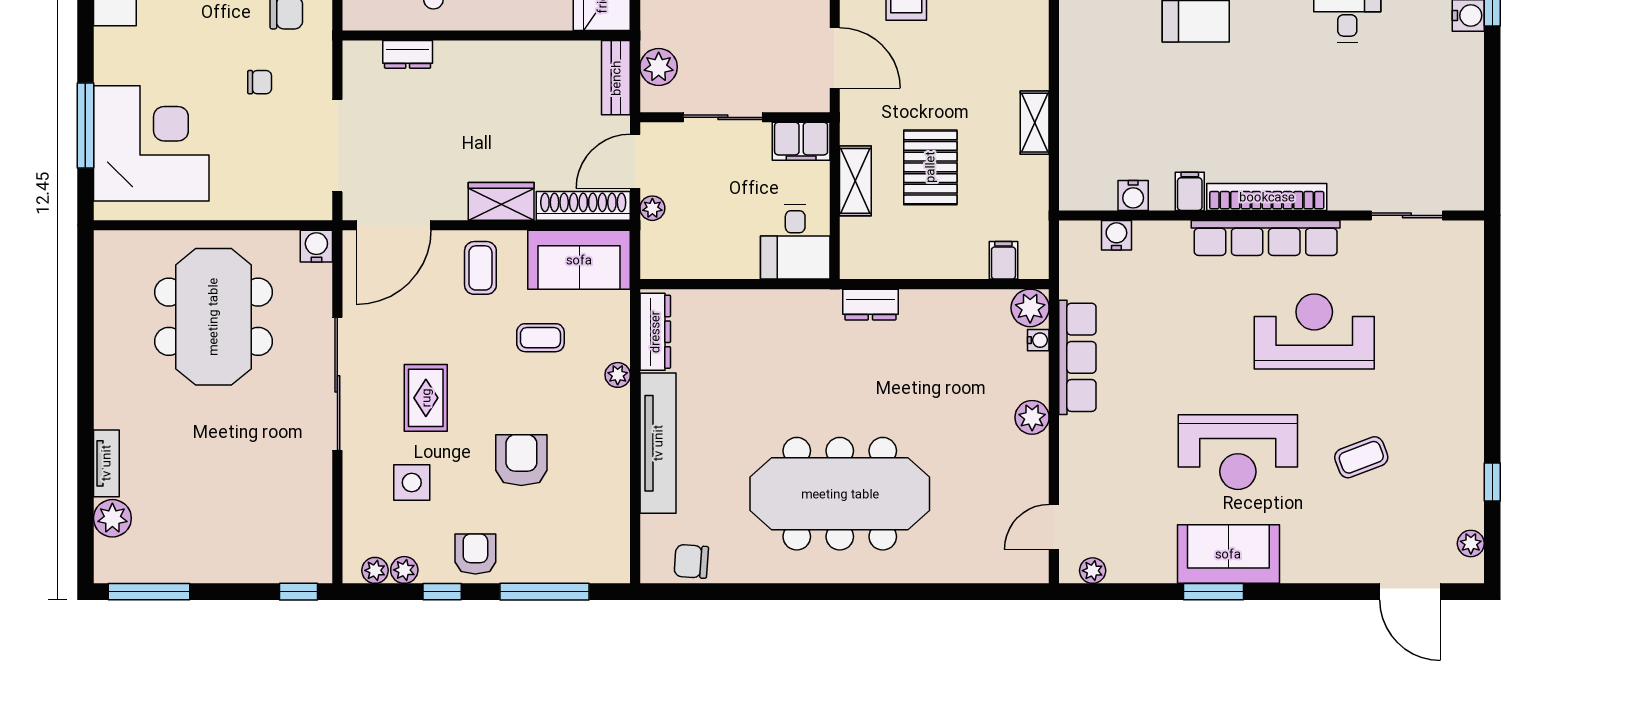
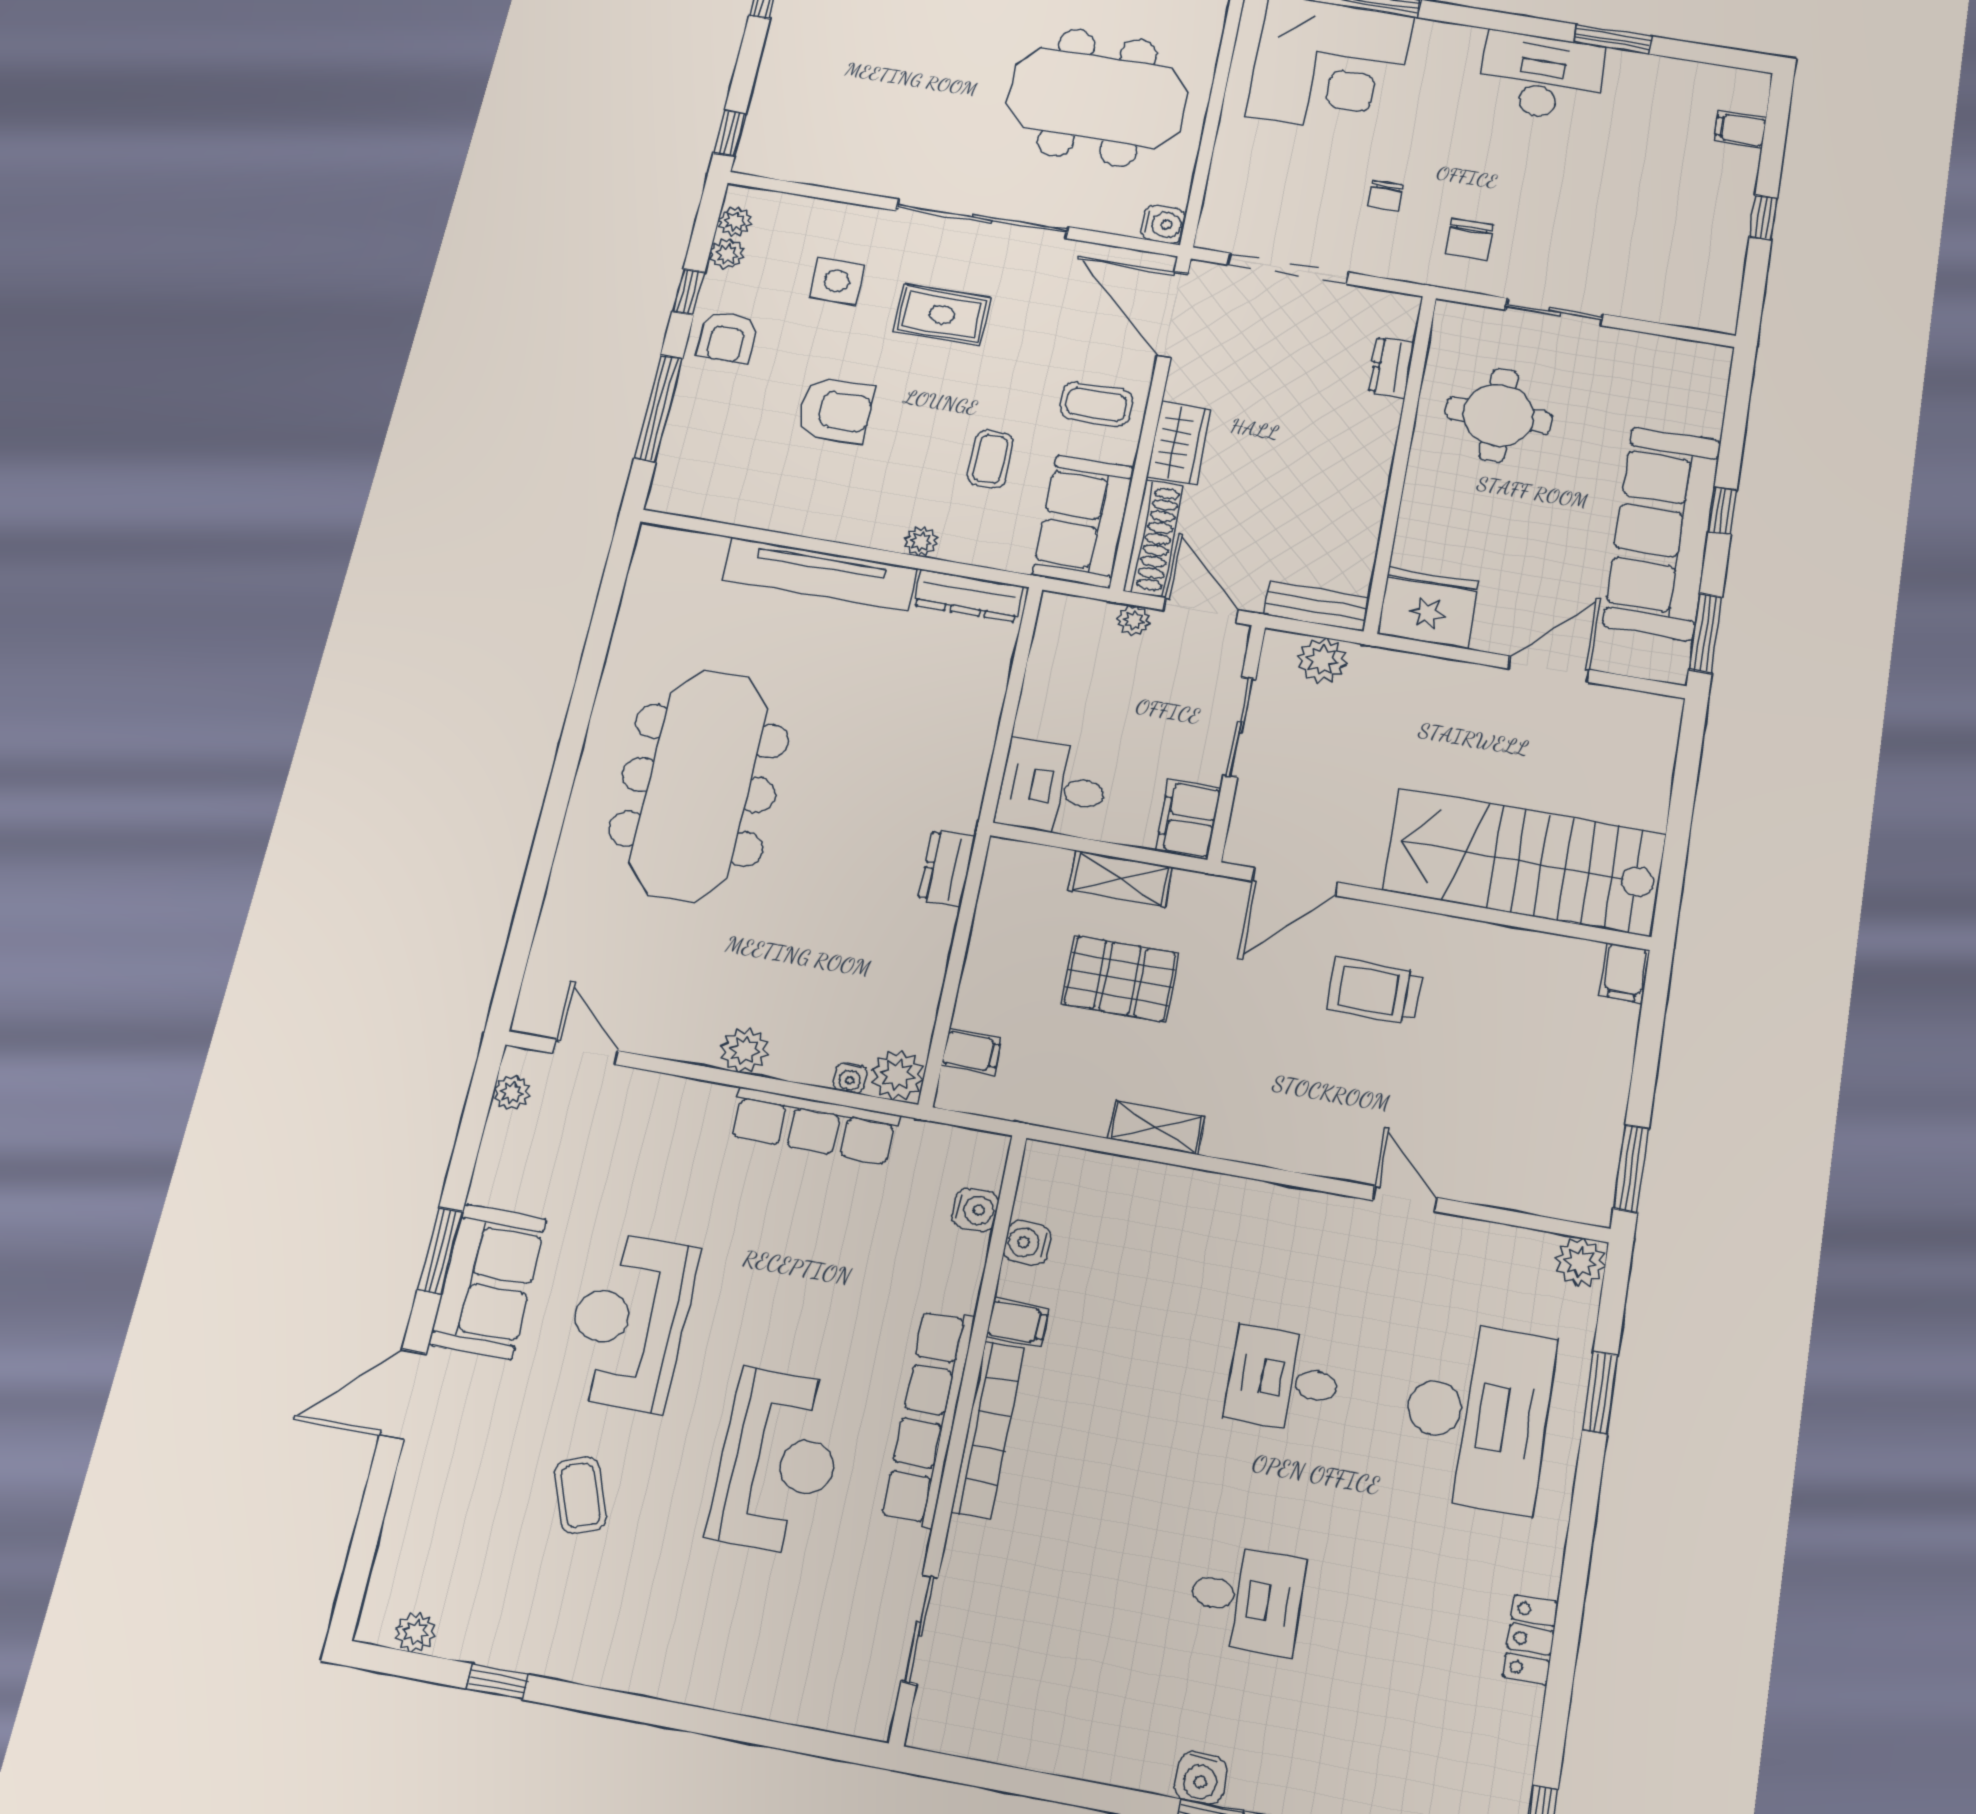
armchair: (475, 554) -> (727, 337), turned 90
chair: (691, 561) -> (654, 587), removed
door: (1410, 592) -> (403, 1394), moved

